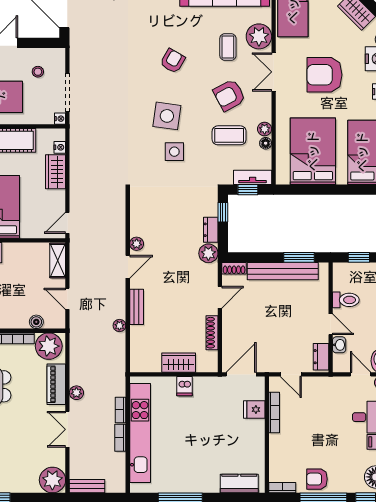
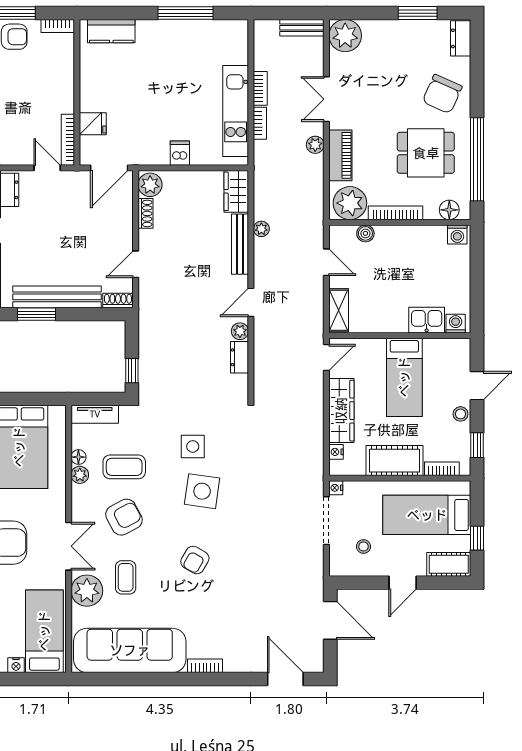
wardrobe: (55, 172) -> (341, 411), width x1.50
window: (248, 190) -> (101, 399), removed
dresser: (211, 230) -> (240, 357), moved, turned 180
plant: (208, 253) -> (150, 185), moved
bench: (137, 307) -> (240, 244), width x1.36
shoe rack: (212, 333) -> (145, 213), width x0.70
wardrobe: (179, 363) -> (236, 191), moved, turned 90
bookcase: (274, 413) -> (68, 140), moved
double door: (67, 429) -> (326, 99), swing flipped
kitchen unit: (140, 433) -> (236, 111), width x0.73

